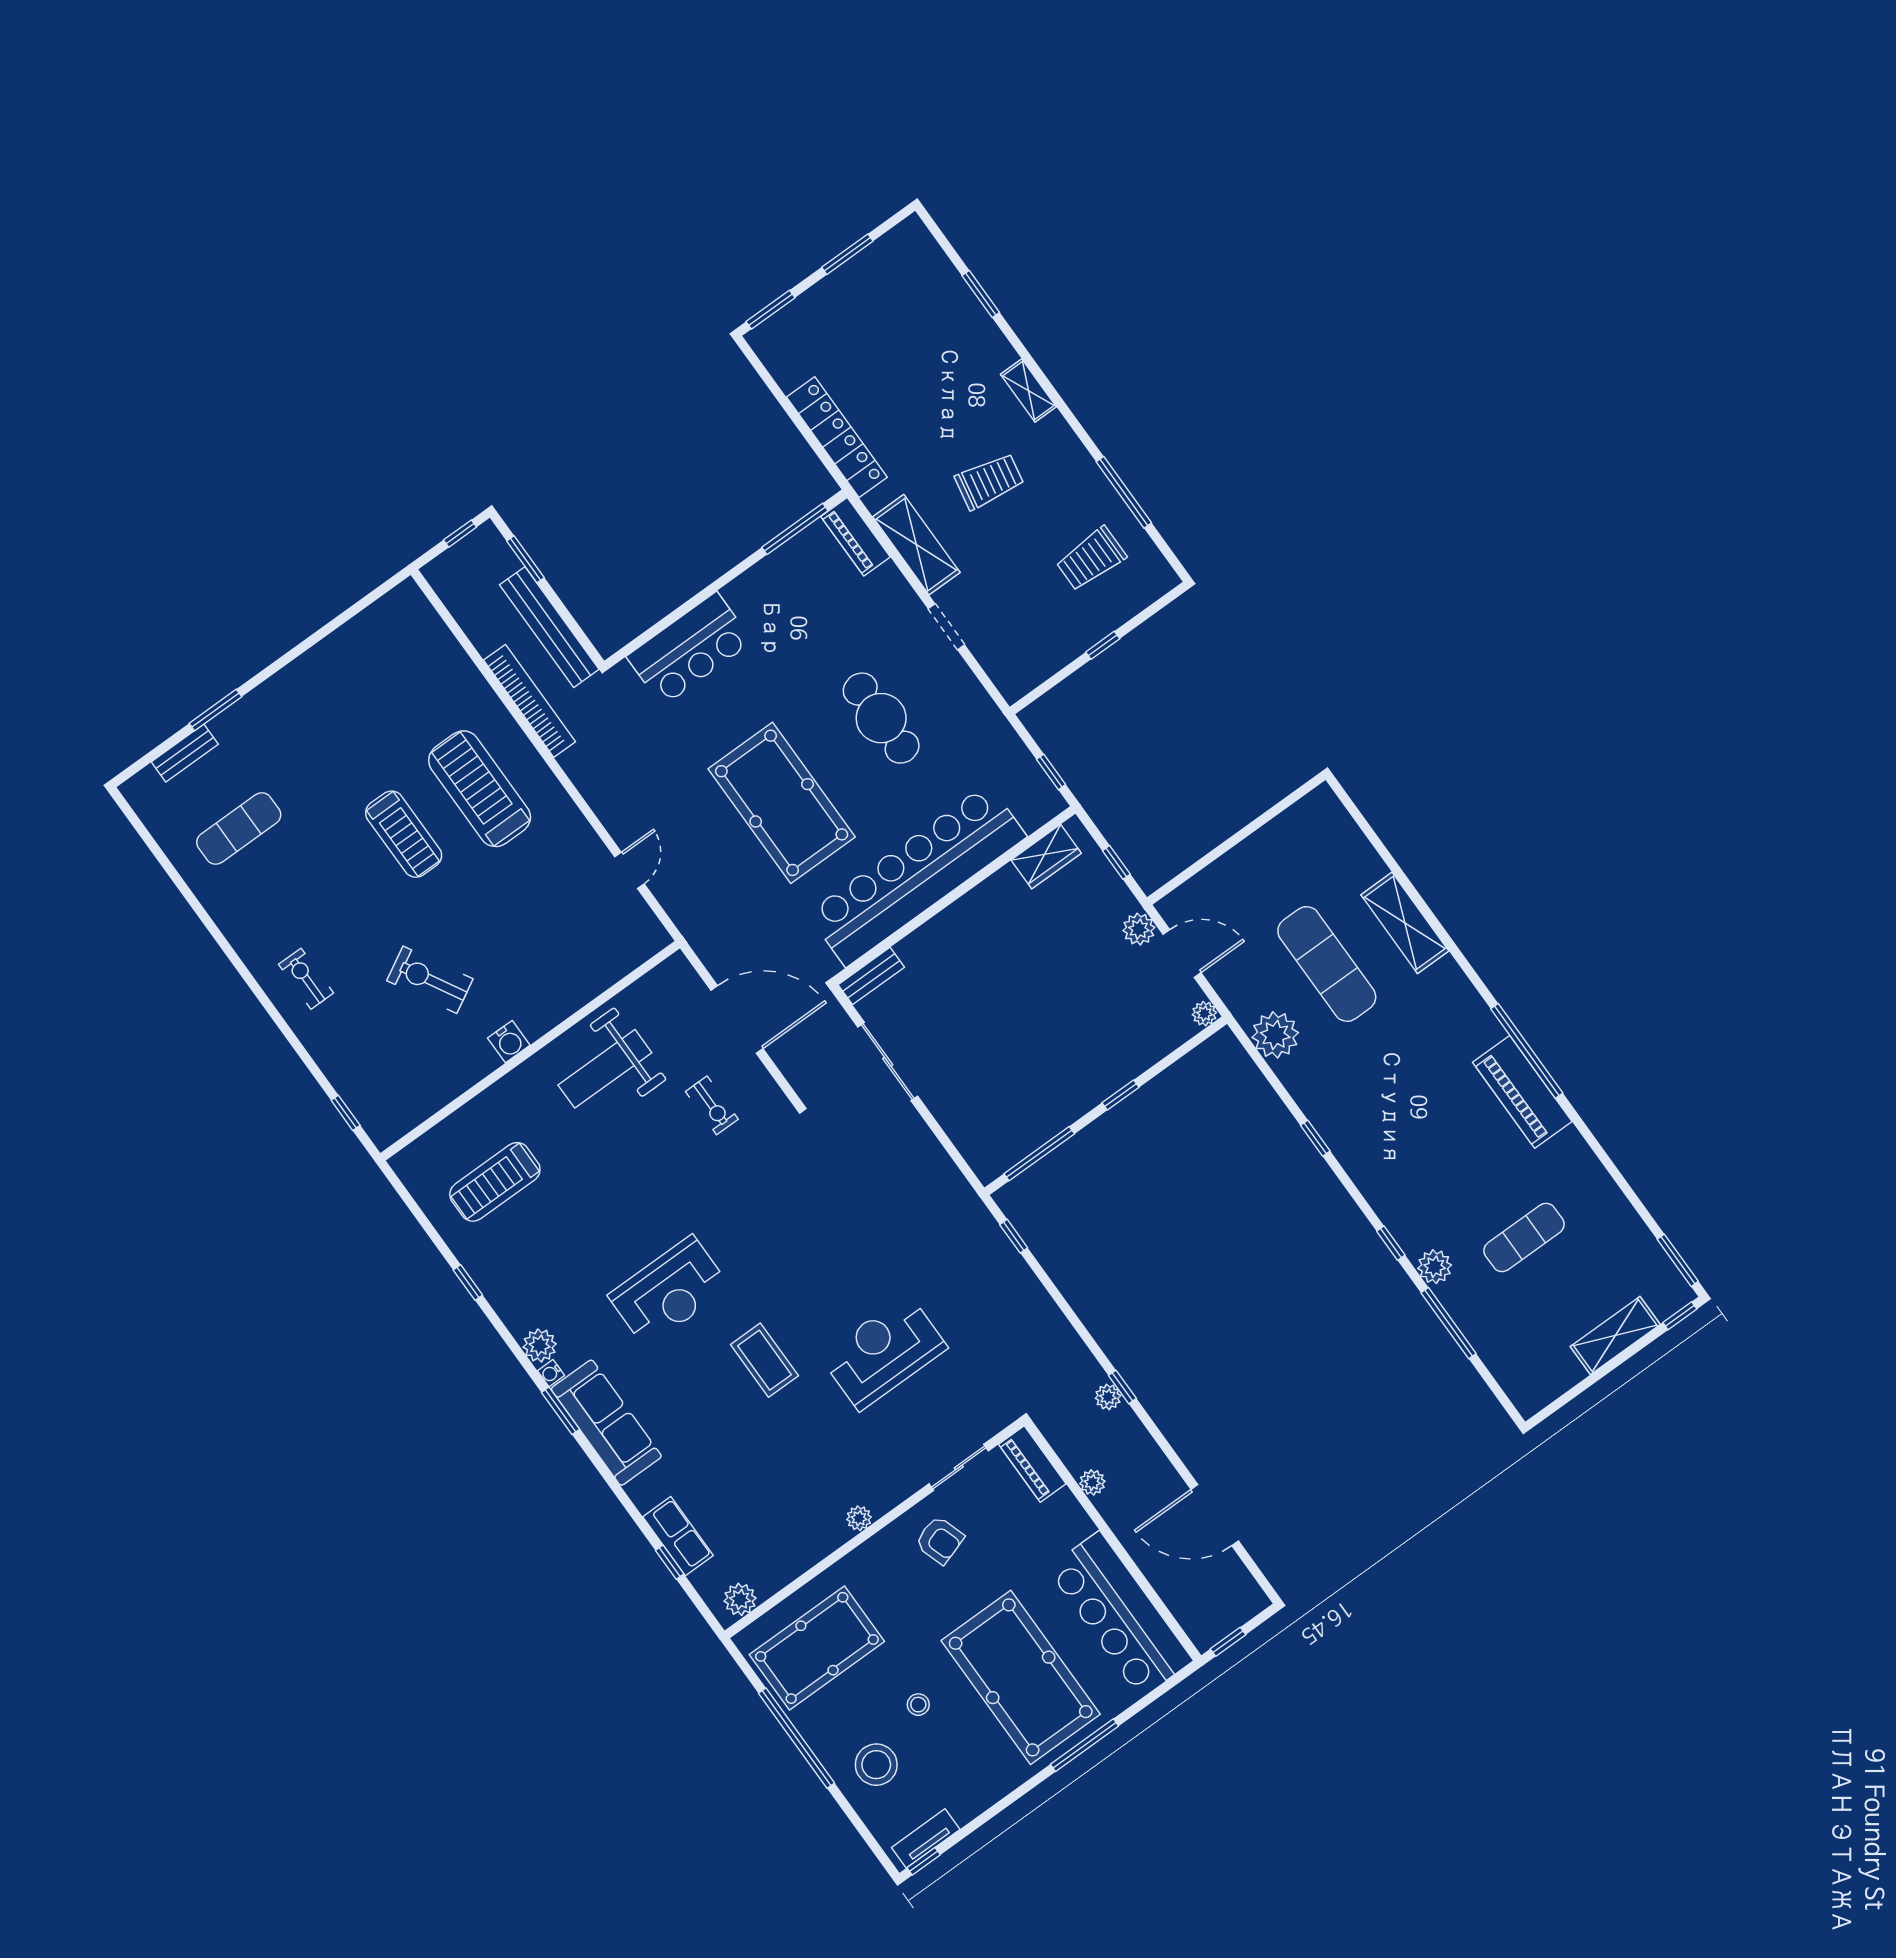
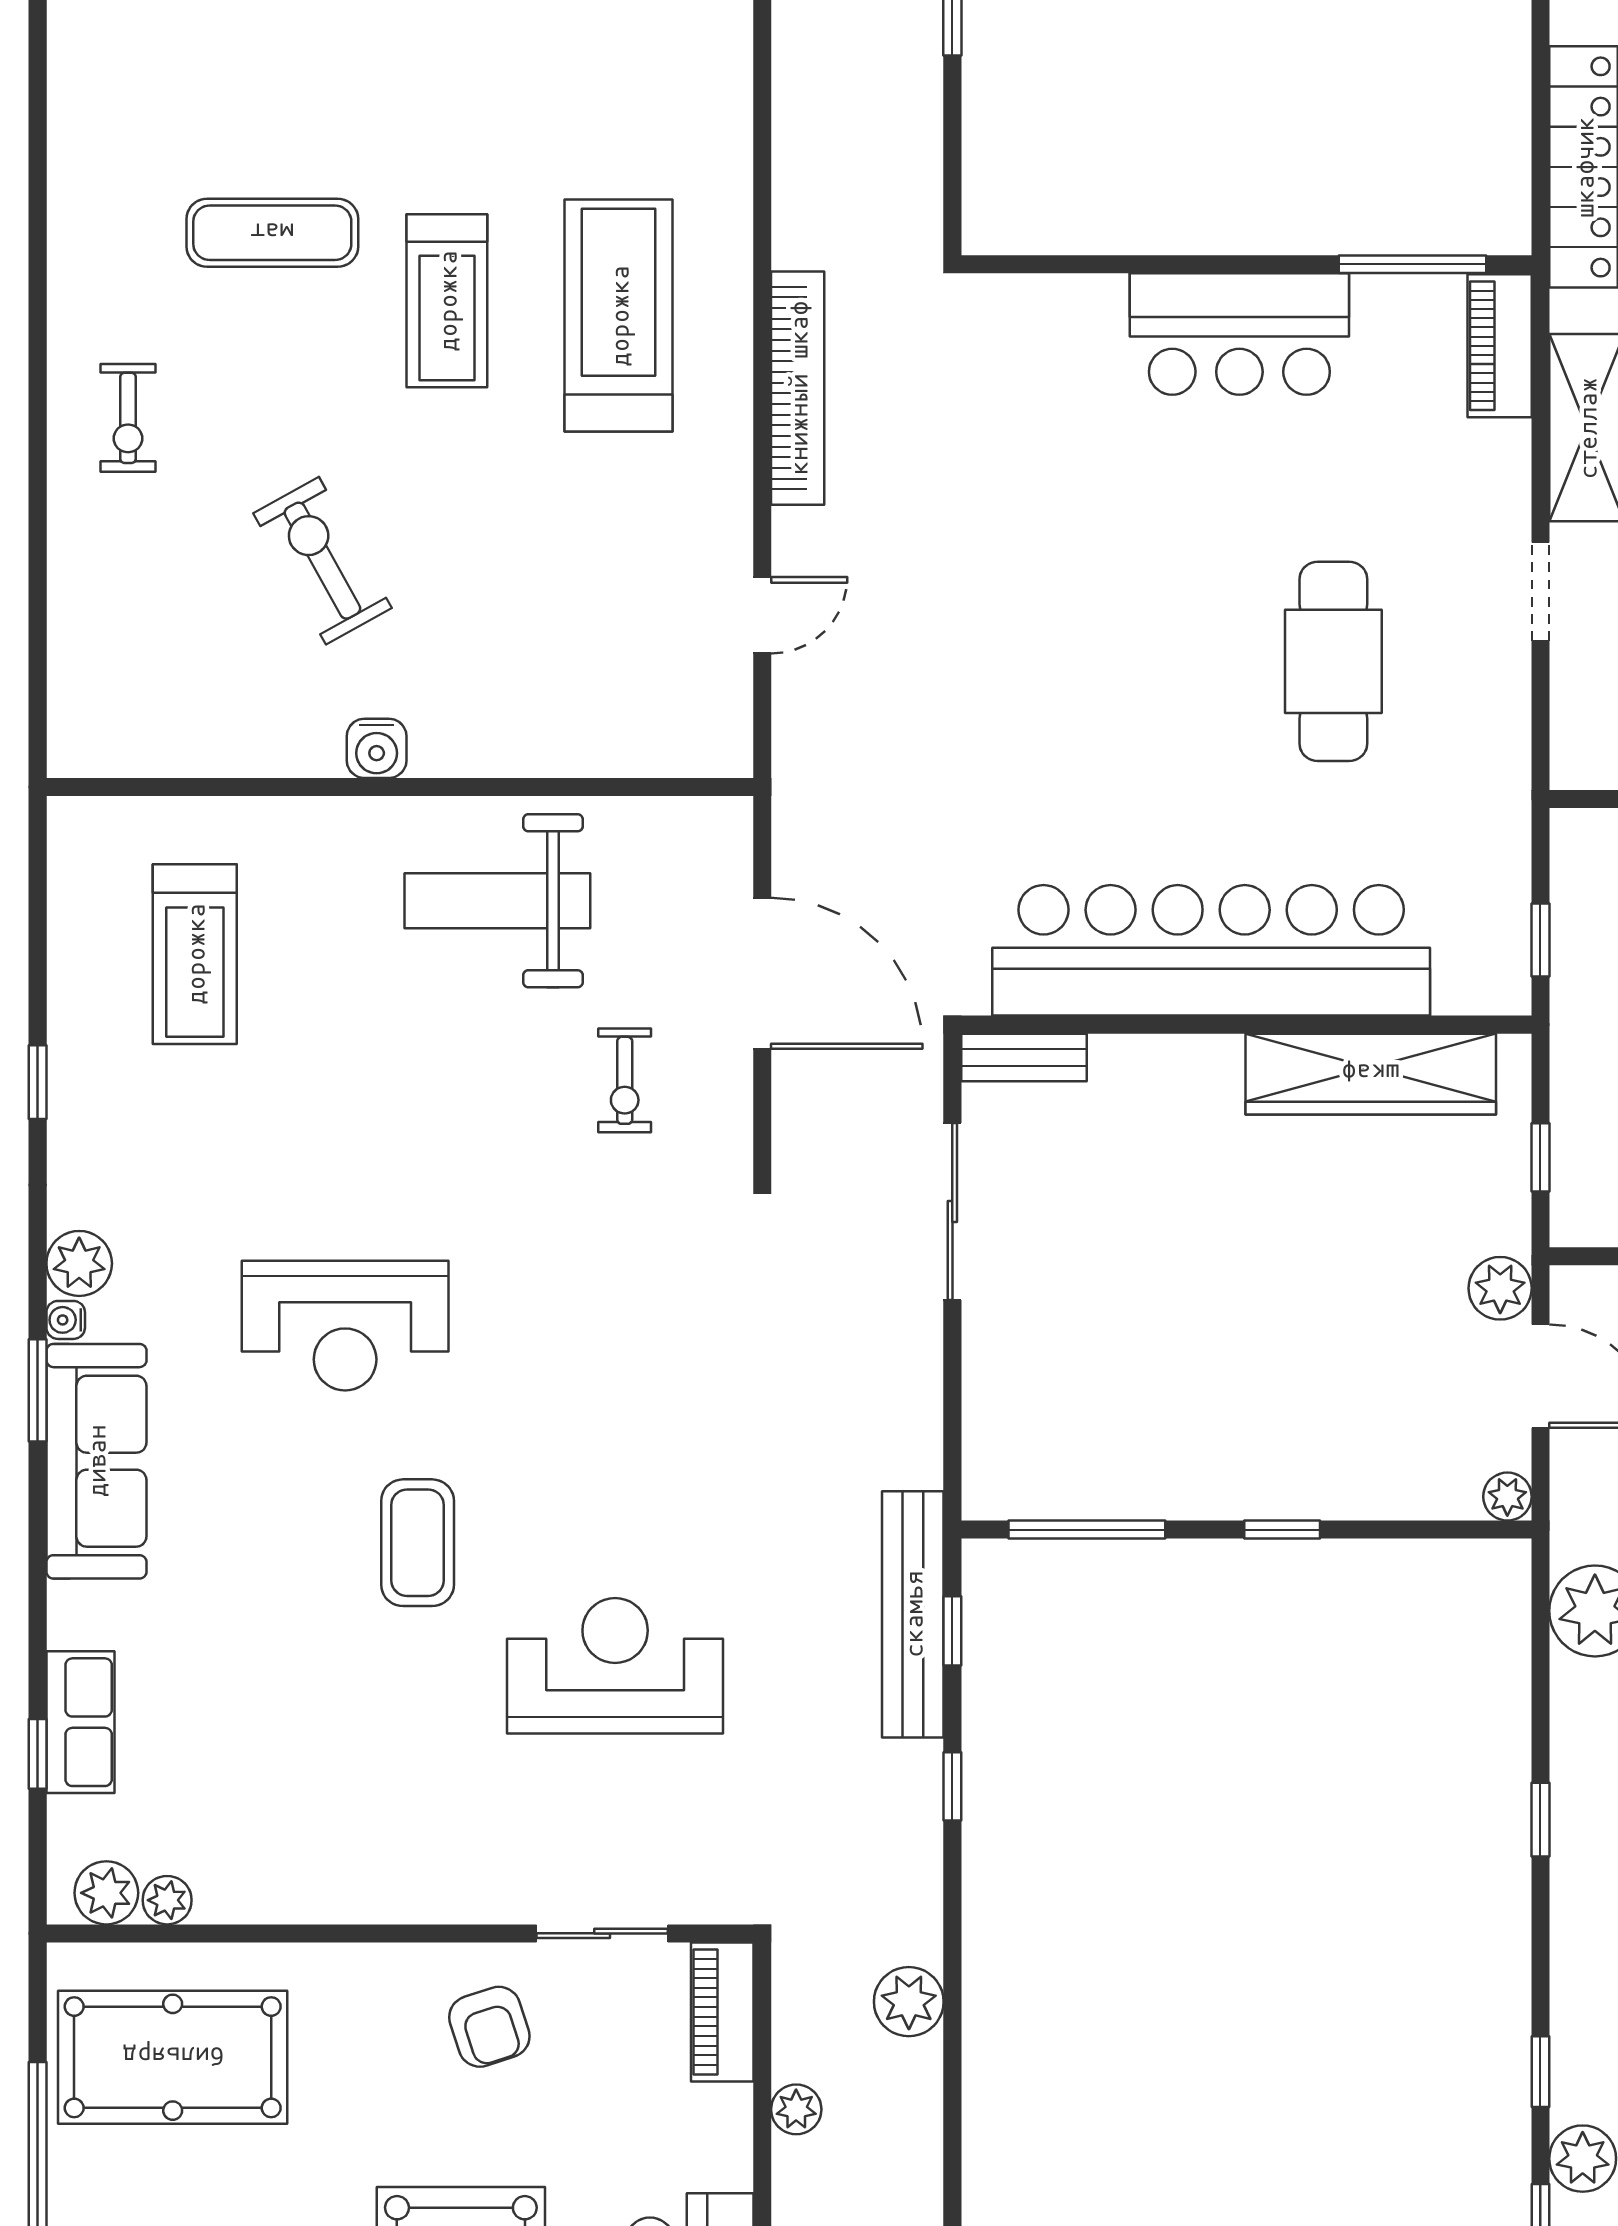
bench: (549, 627) -> (913, 1614), moved
bar counter: (689, 649) -> (1239, 334), moved
bookcase: (530, 701) -> (798, 388), moved
pool table: (782, 803) -> (1080, 682), removed
exercise mat: (239, 829) -> (272, 233), moved
wardrobe: (1046, 857) -> (1371, 1074), width x2.10, depth x1.17
exercise bike: (306, 979) -> (128, 418), turned 180
window: (346, 1113) -> (38, 675), removed
treadmill: (495, 1182) -> (195, 954), turned -90
window: (1122, 1387) -> (952, 1786), moved
plant: (1108, 1397) -> (909, 2002), width x1.38, depth x1.38
plant: (859, 1518) -> (167, 1900), moved

